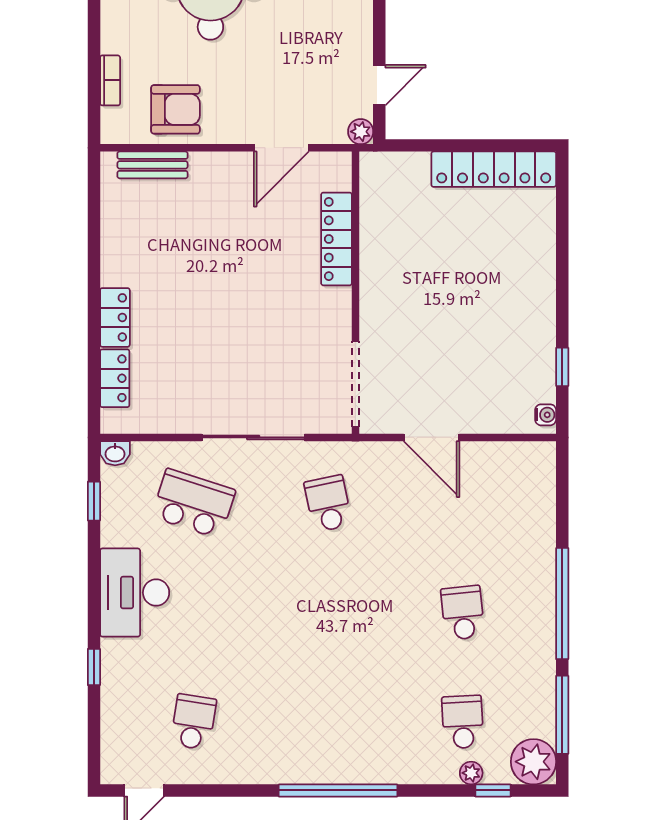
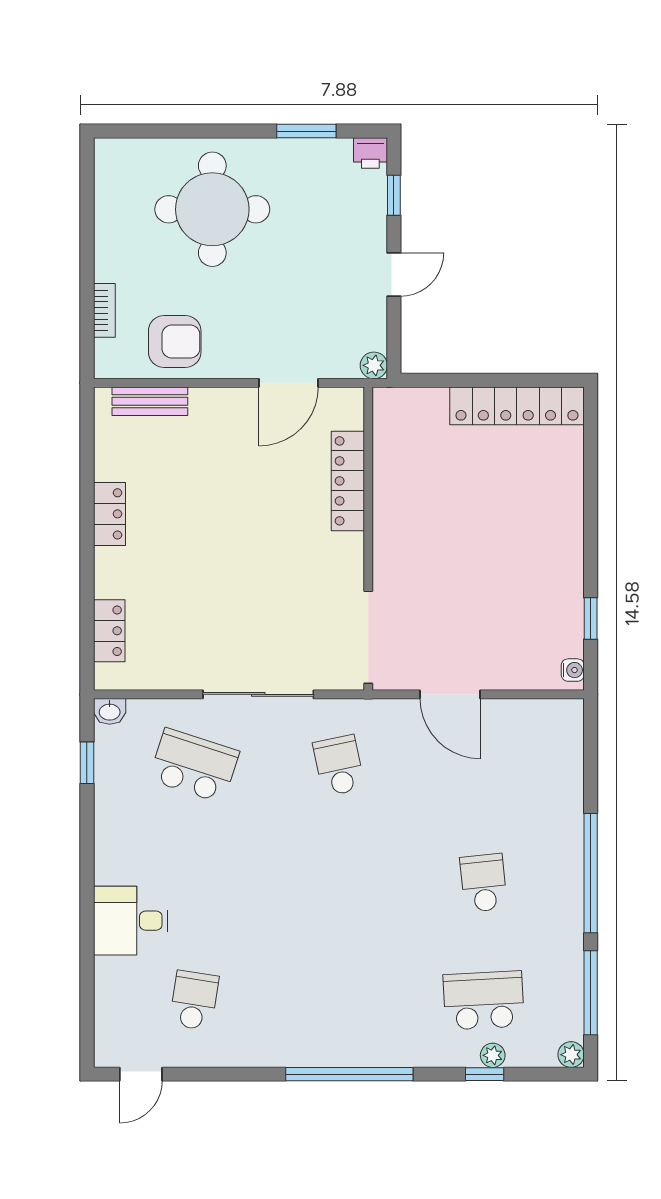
door: (379, 85) -> (394, 274), moved
locker: (115, 317) -> (110, 514), moved
desk: (135, 593) -> (131, 921), moved, width x0.73
window: (94, 667) -> (87, 941), removed
school desk: (463, 722) -> (484, 1000), width x1.85
plant: (533, 762) -> (571, 1055), width x0.53, depth x0.53
window: (493, 790) -> (485, 1074), moved

